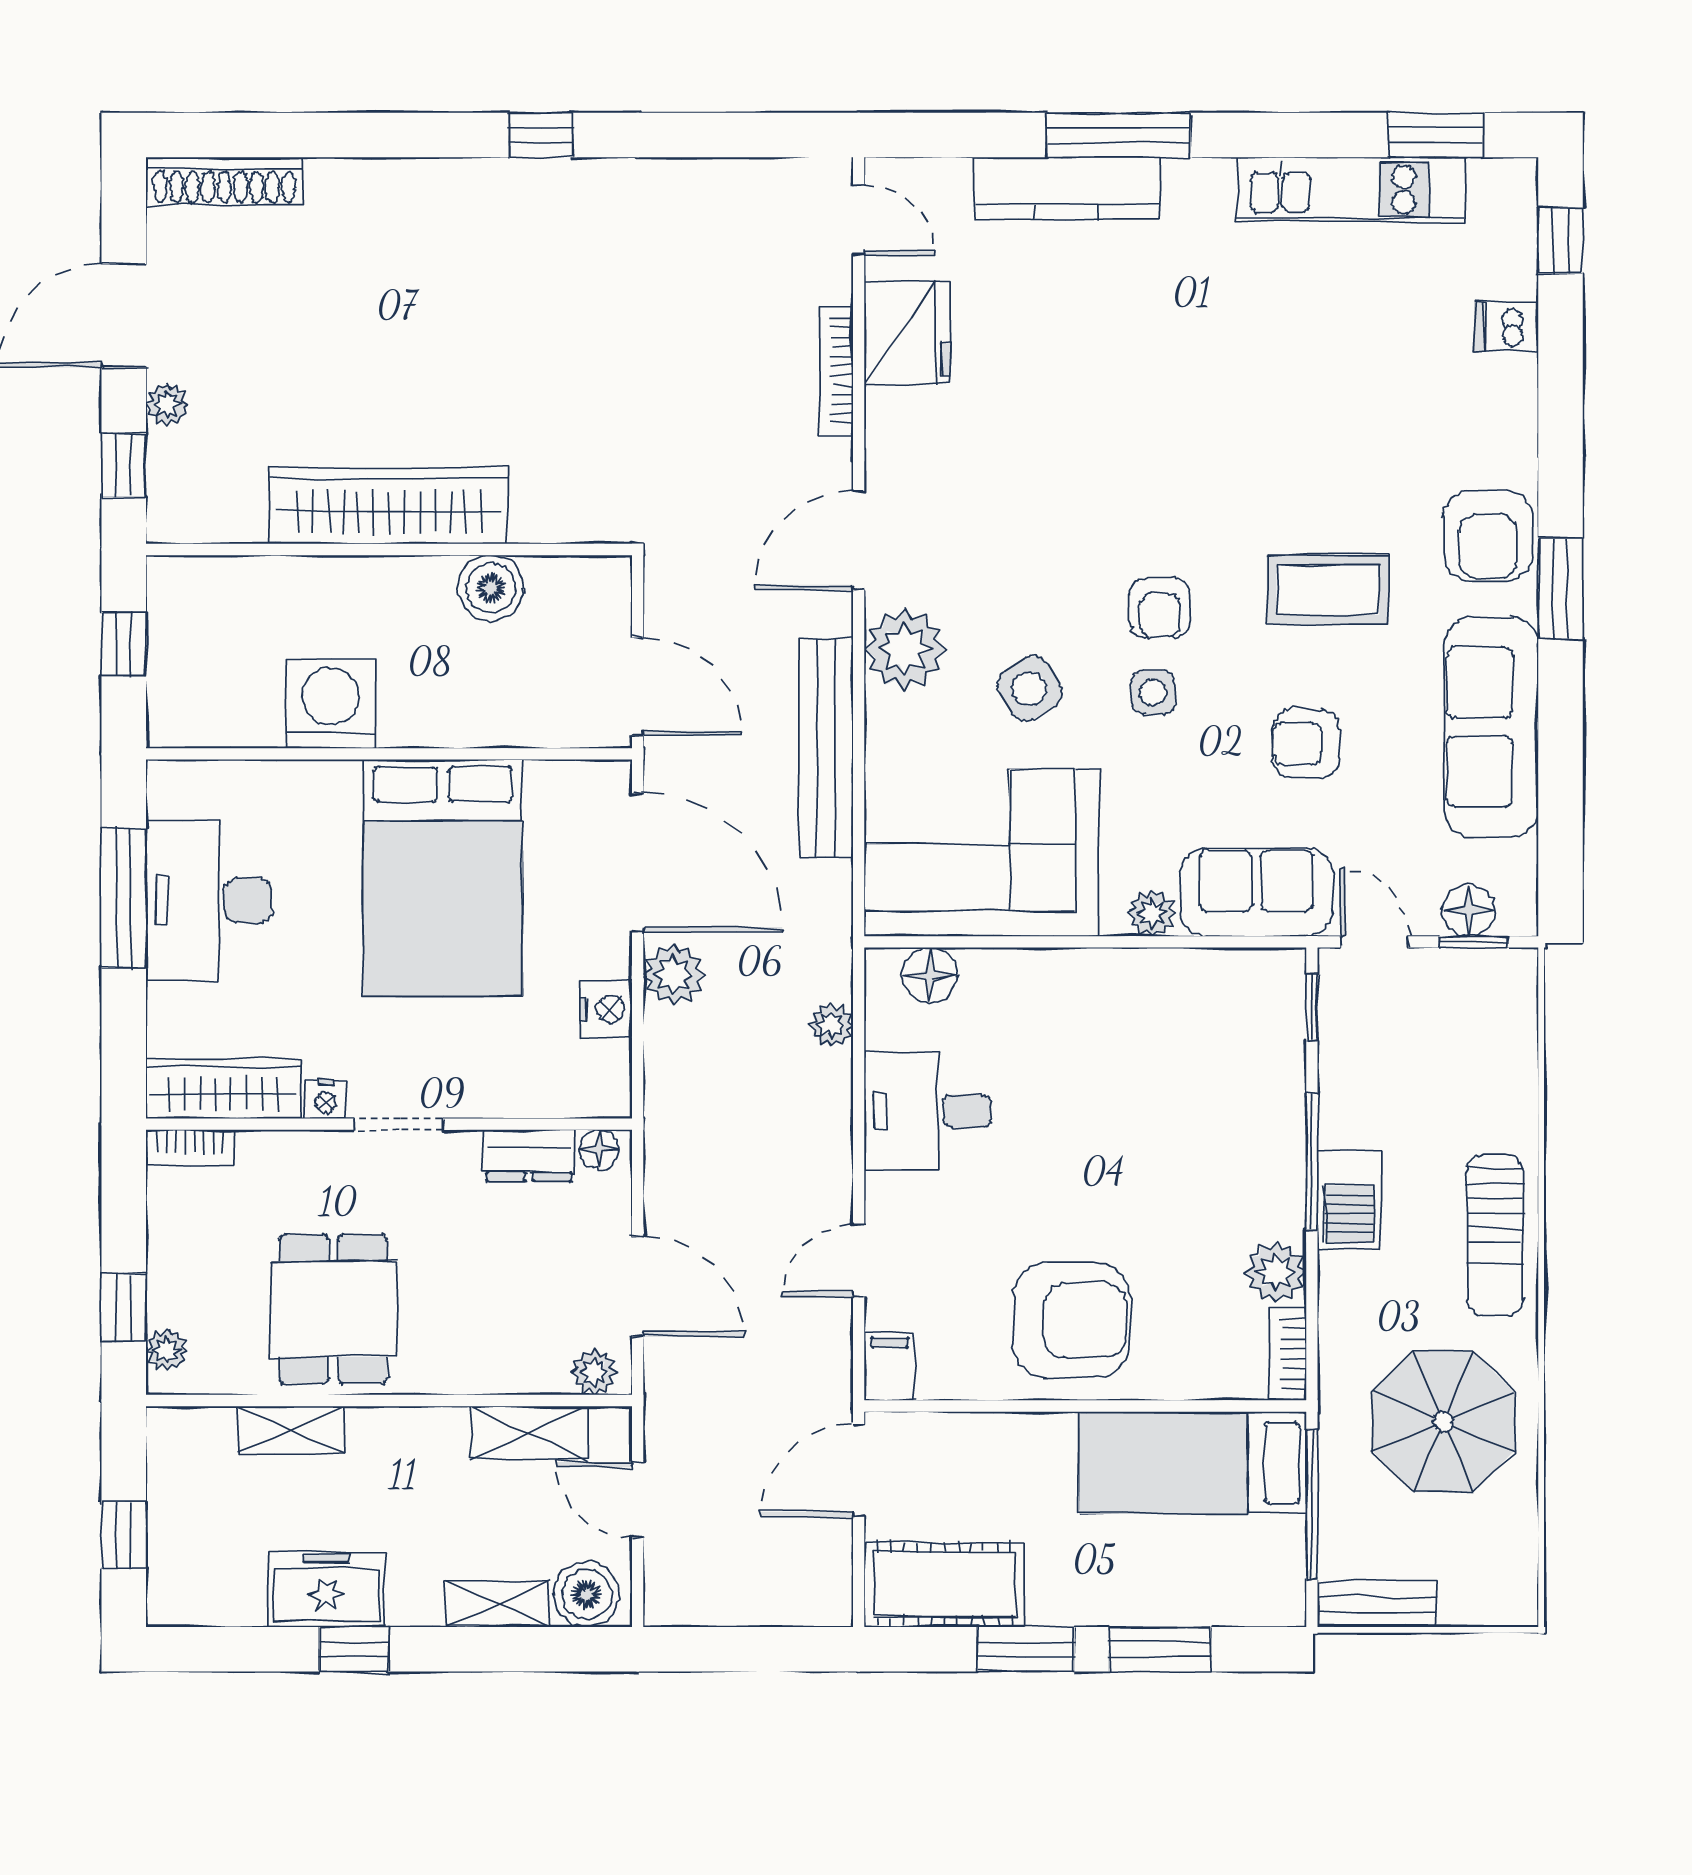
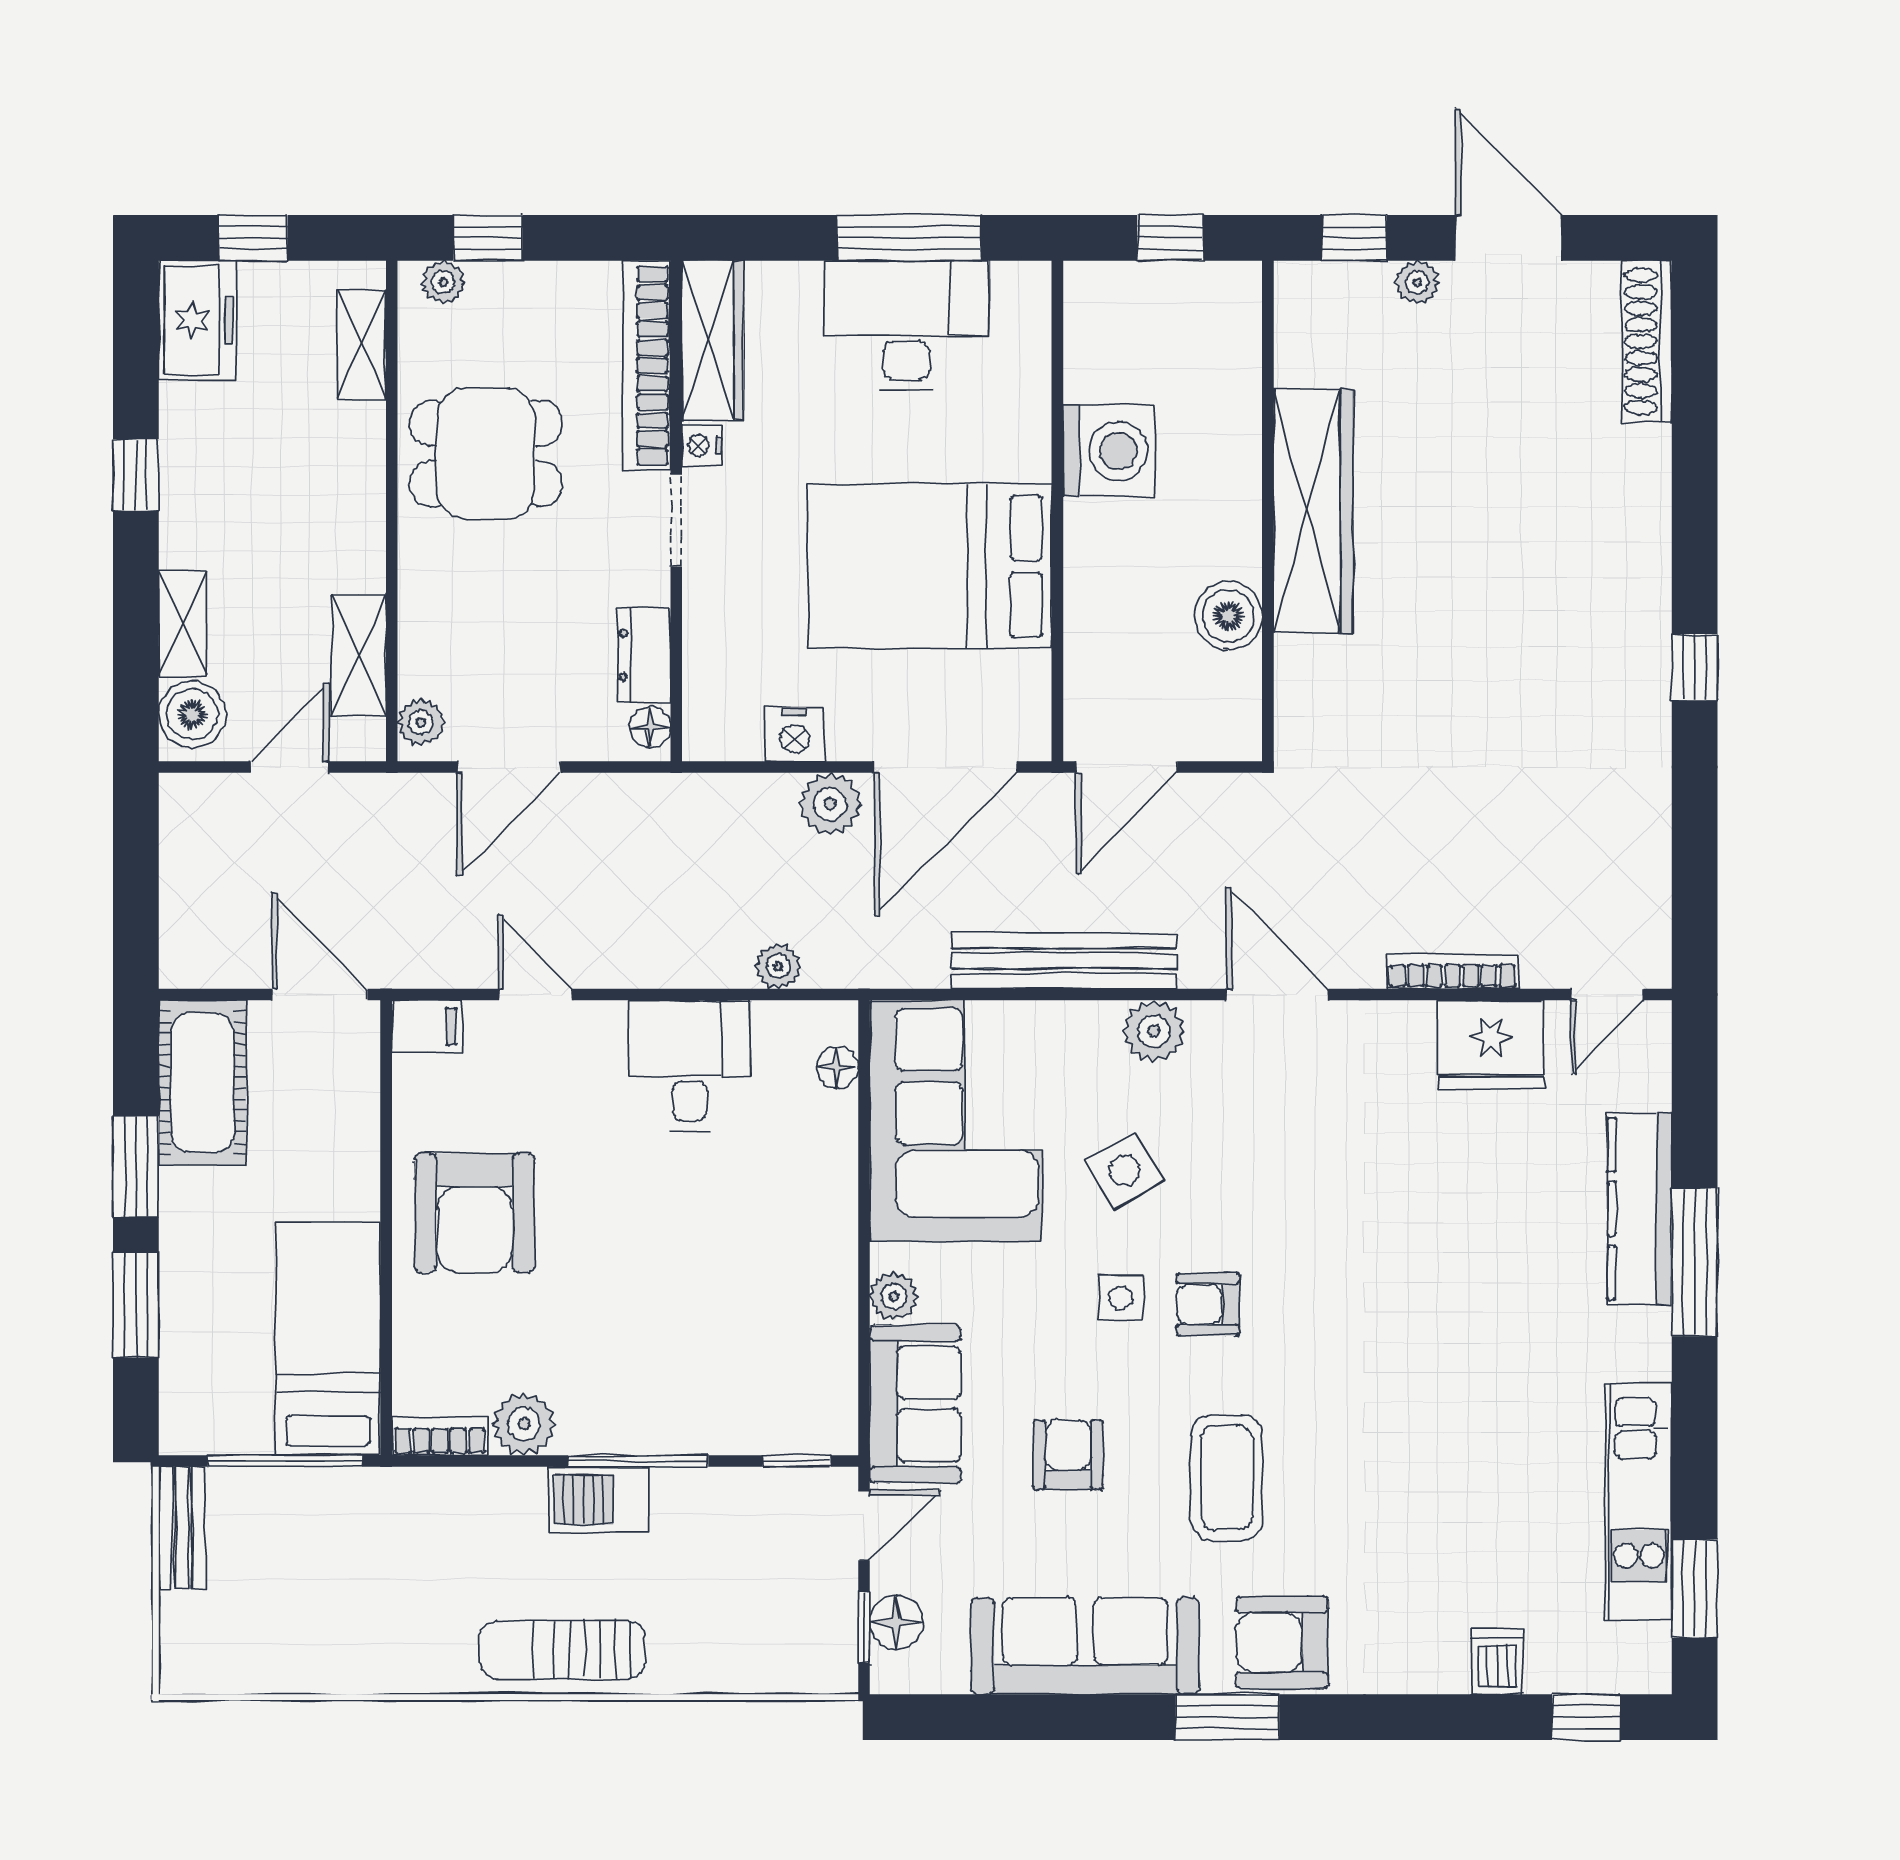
plant: (905, 649) -> (1154, 1031), width x0.73, depth x0.73
floor lamp: (930, 975) -> (837, 1067), width x0.73, depth x0.73
bookcase: (190, 1147) -> (647, 366), width x2.31, depth x1.31
parasol: (1443, 1422) -> (370, 1596), removed
shelving: (291, 1430) -> (361, 344), moved
freezer: (326, 1589) -> (197, 320), moved

